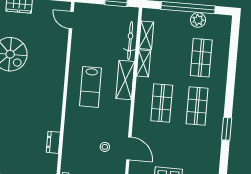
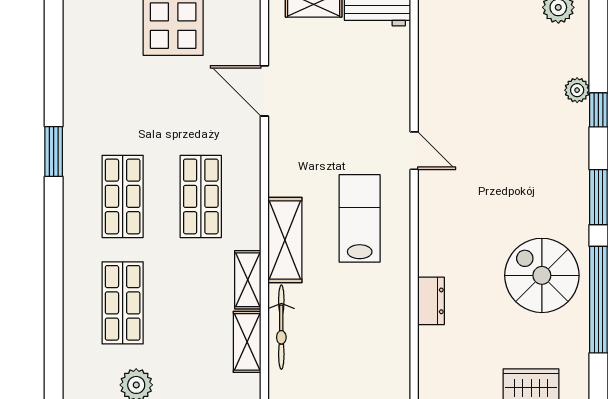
door: (71, 20) -> (414, 151), moved
dresser: (53, 142) -> (431, 301), moved
stool: (105, 147) -> (317, 90), removed

